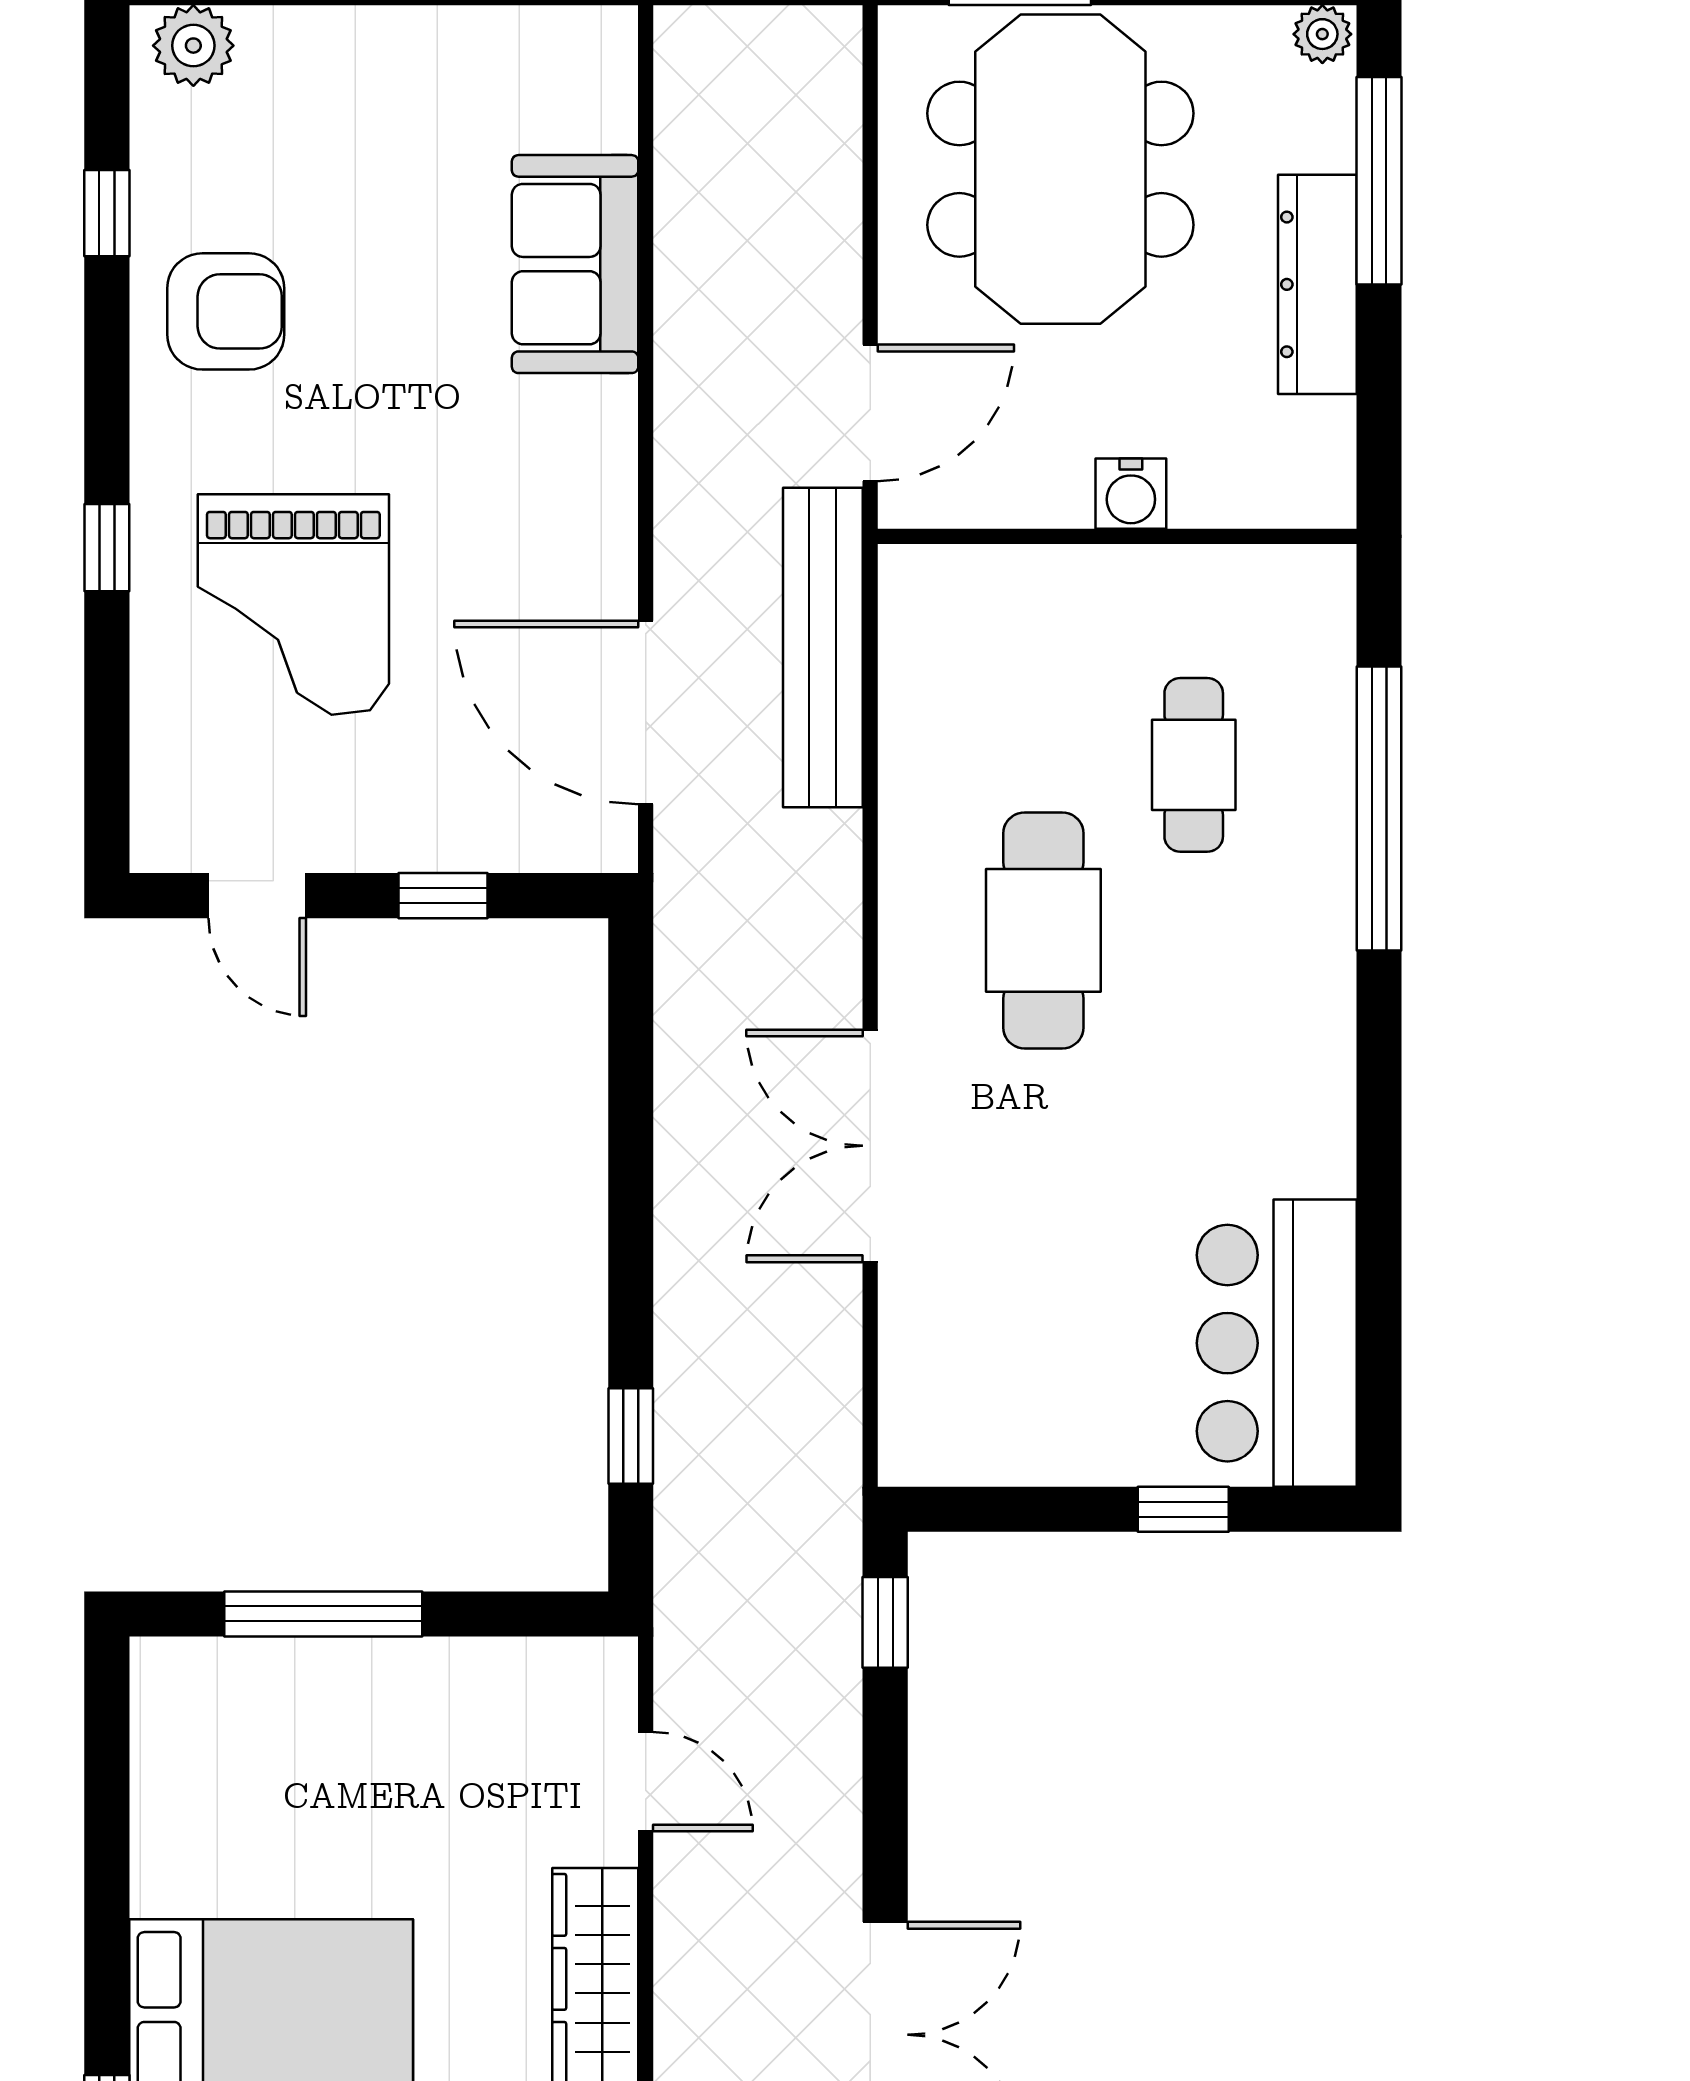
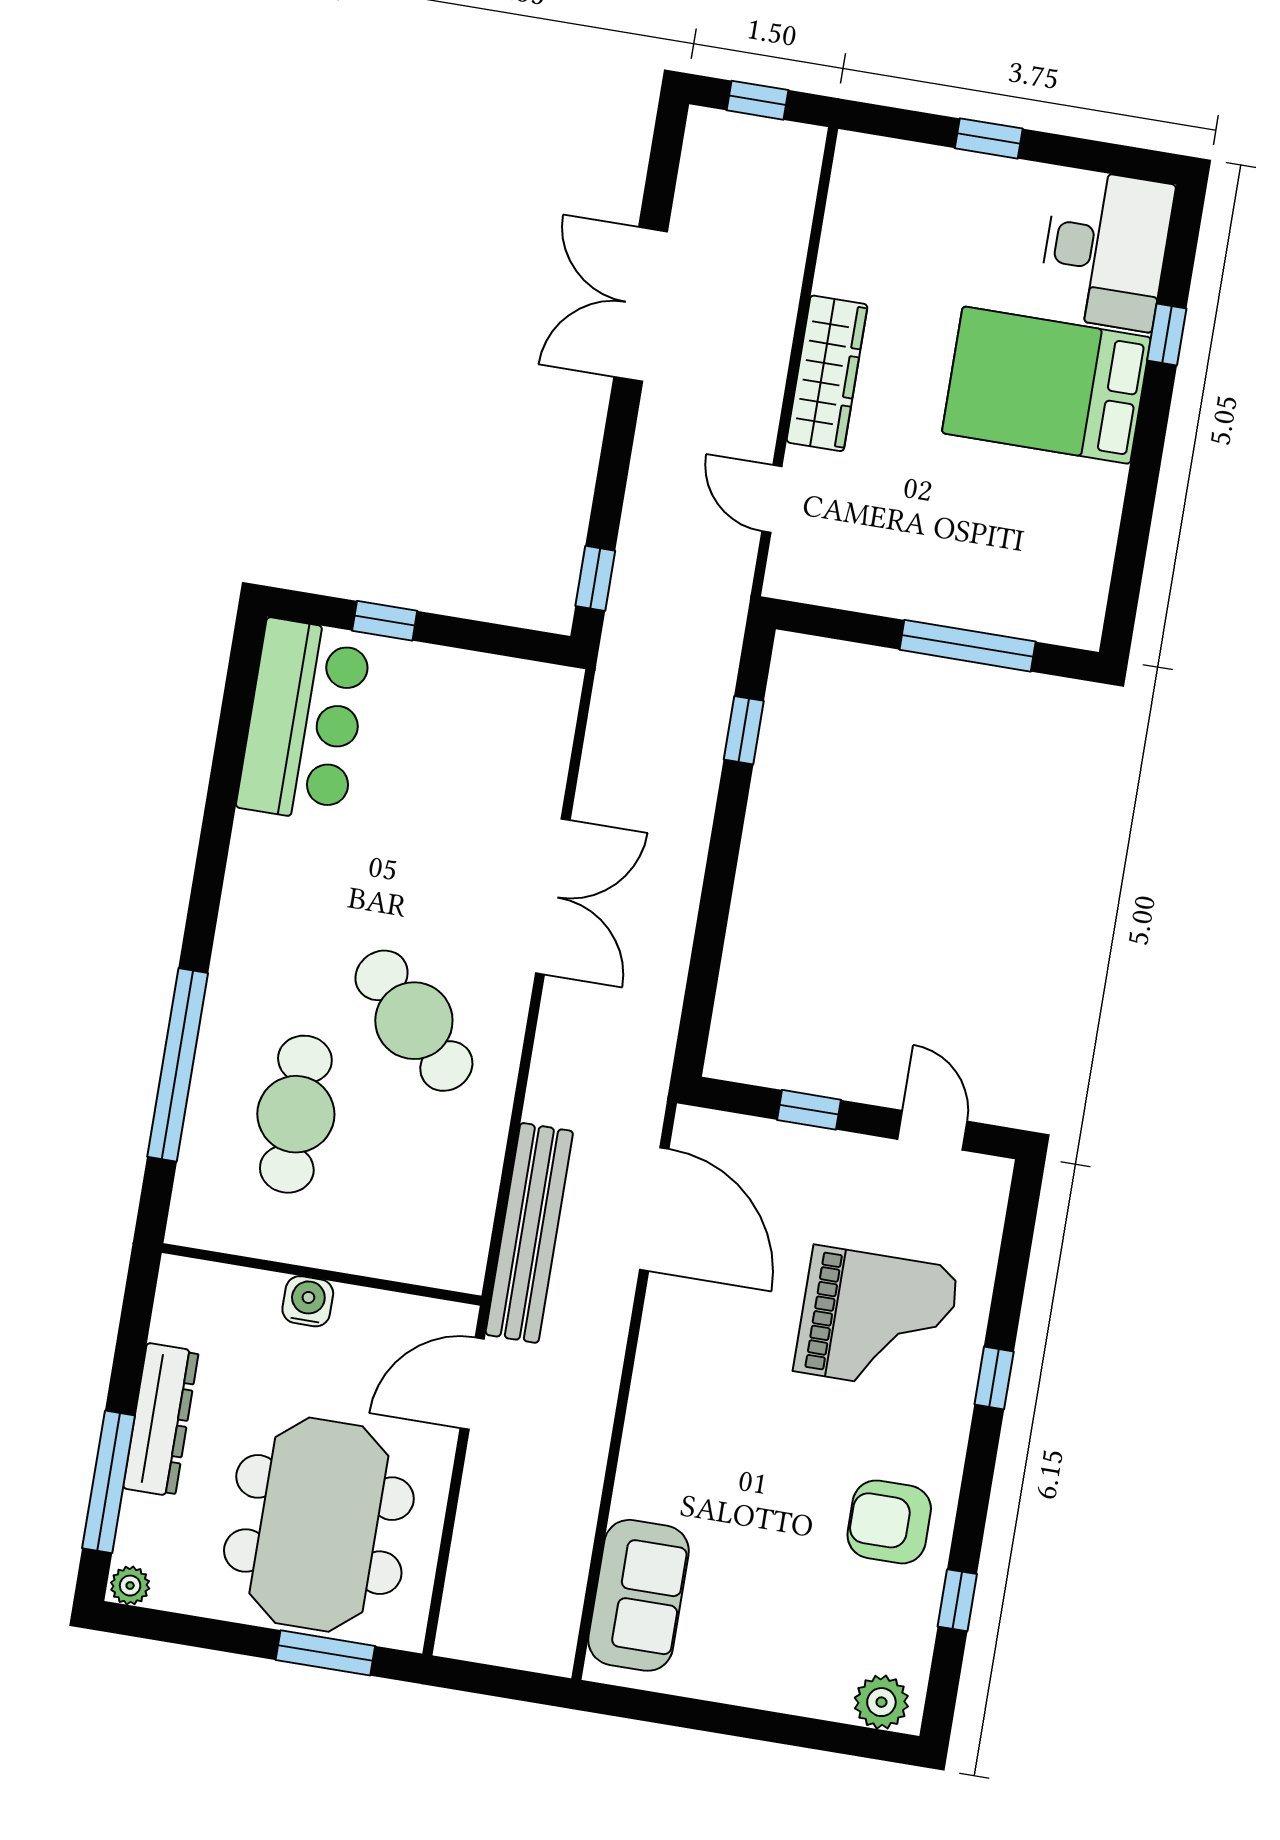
sofa: (575, 264) -> (639, 1595), moved
grand piano: (293, 604) -> (876, 1320), turned 90
cafe table: (1194, 765) -> (296, 1114), width x1.37, depth x1.35
cafe table: (1043, 930) -> (414, 1021), turned -45

